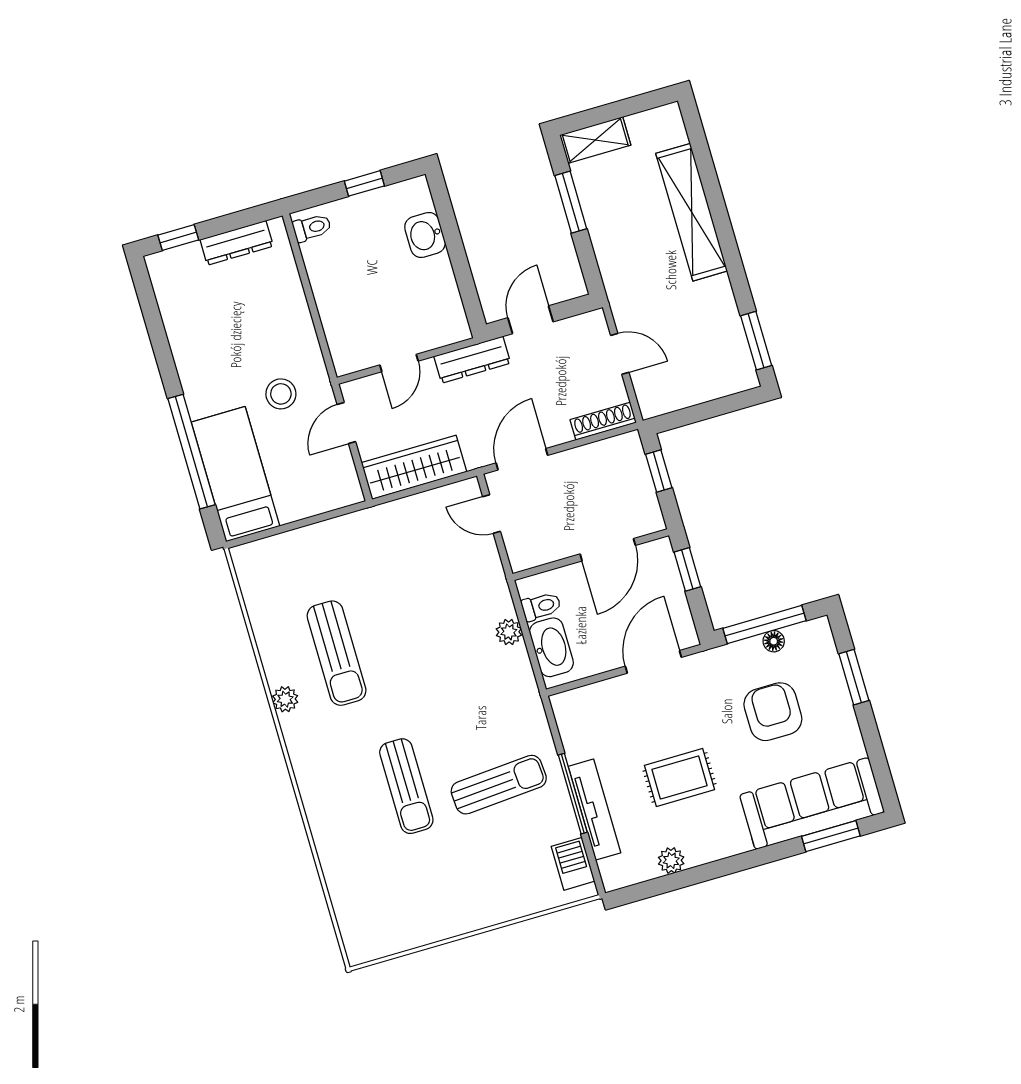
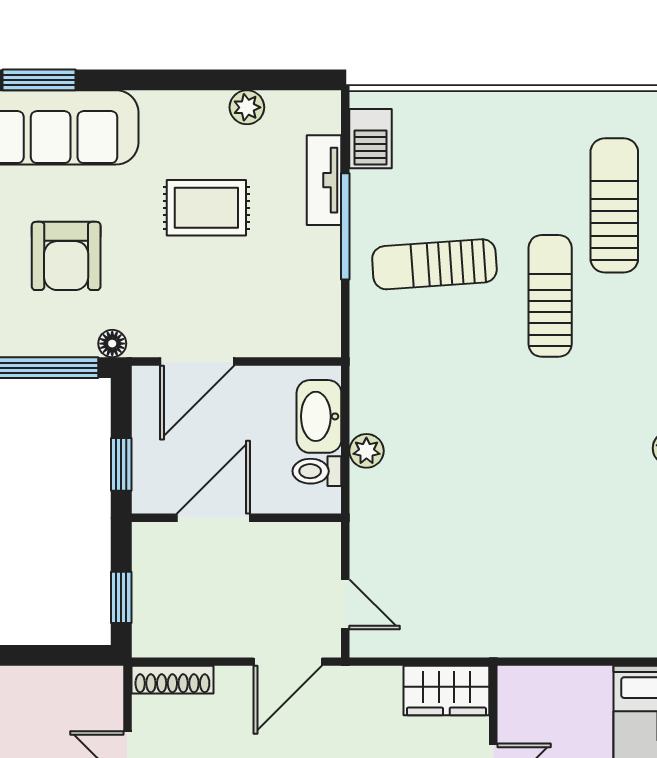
wardrobe: (414, 467) -> (446, 691), width x0.67
floor lamp: (774, 641) -> (112, 344), moved
sun lounger: (337, 653) -> (614, 205), moved
tv unit: (594, 810) -> (324, 180), width x0.71

